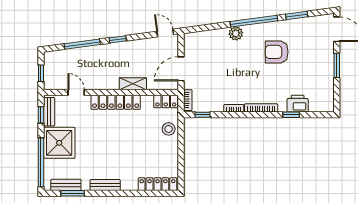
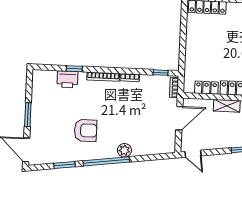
locker: (166, 102) -> (206, 88), moved
stool: (169, 129) -> (194, 60), removed

